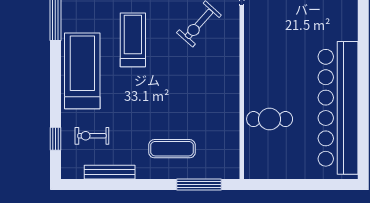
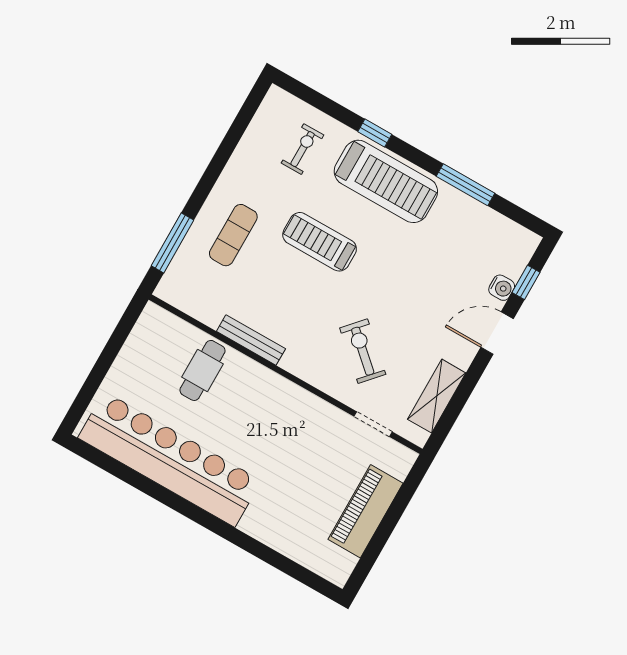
treadmill: (133, 40) -> (320, 242), moved, turned 180
window: (55, 139) -> (375, 133), moved
bench: (110, 172) -> (251, 340), moved, turned 90

